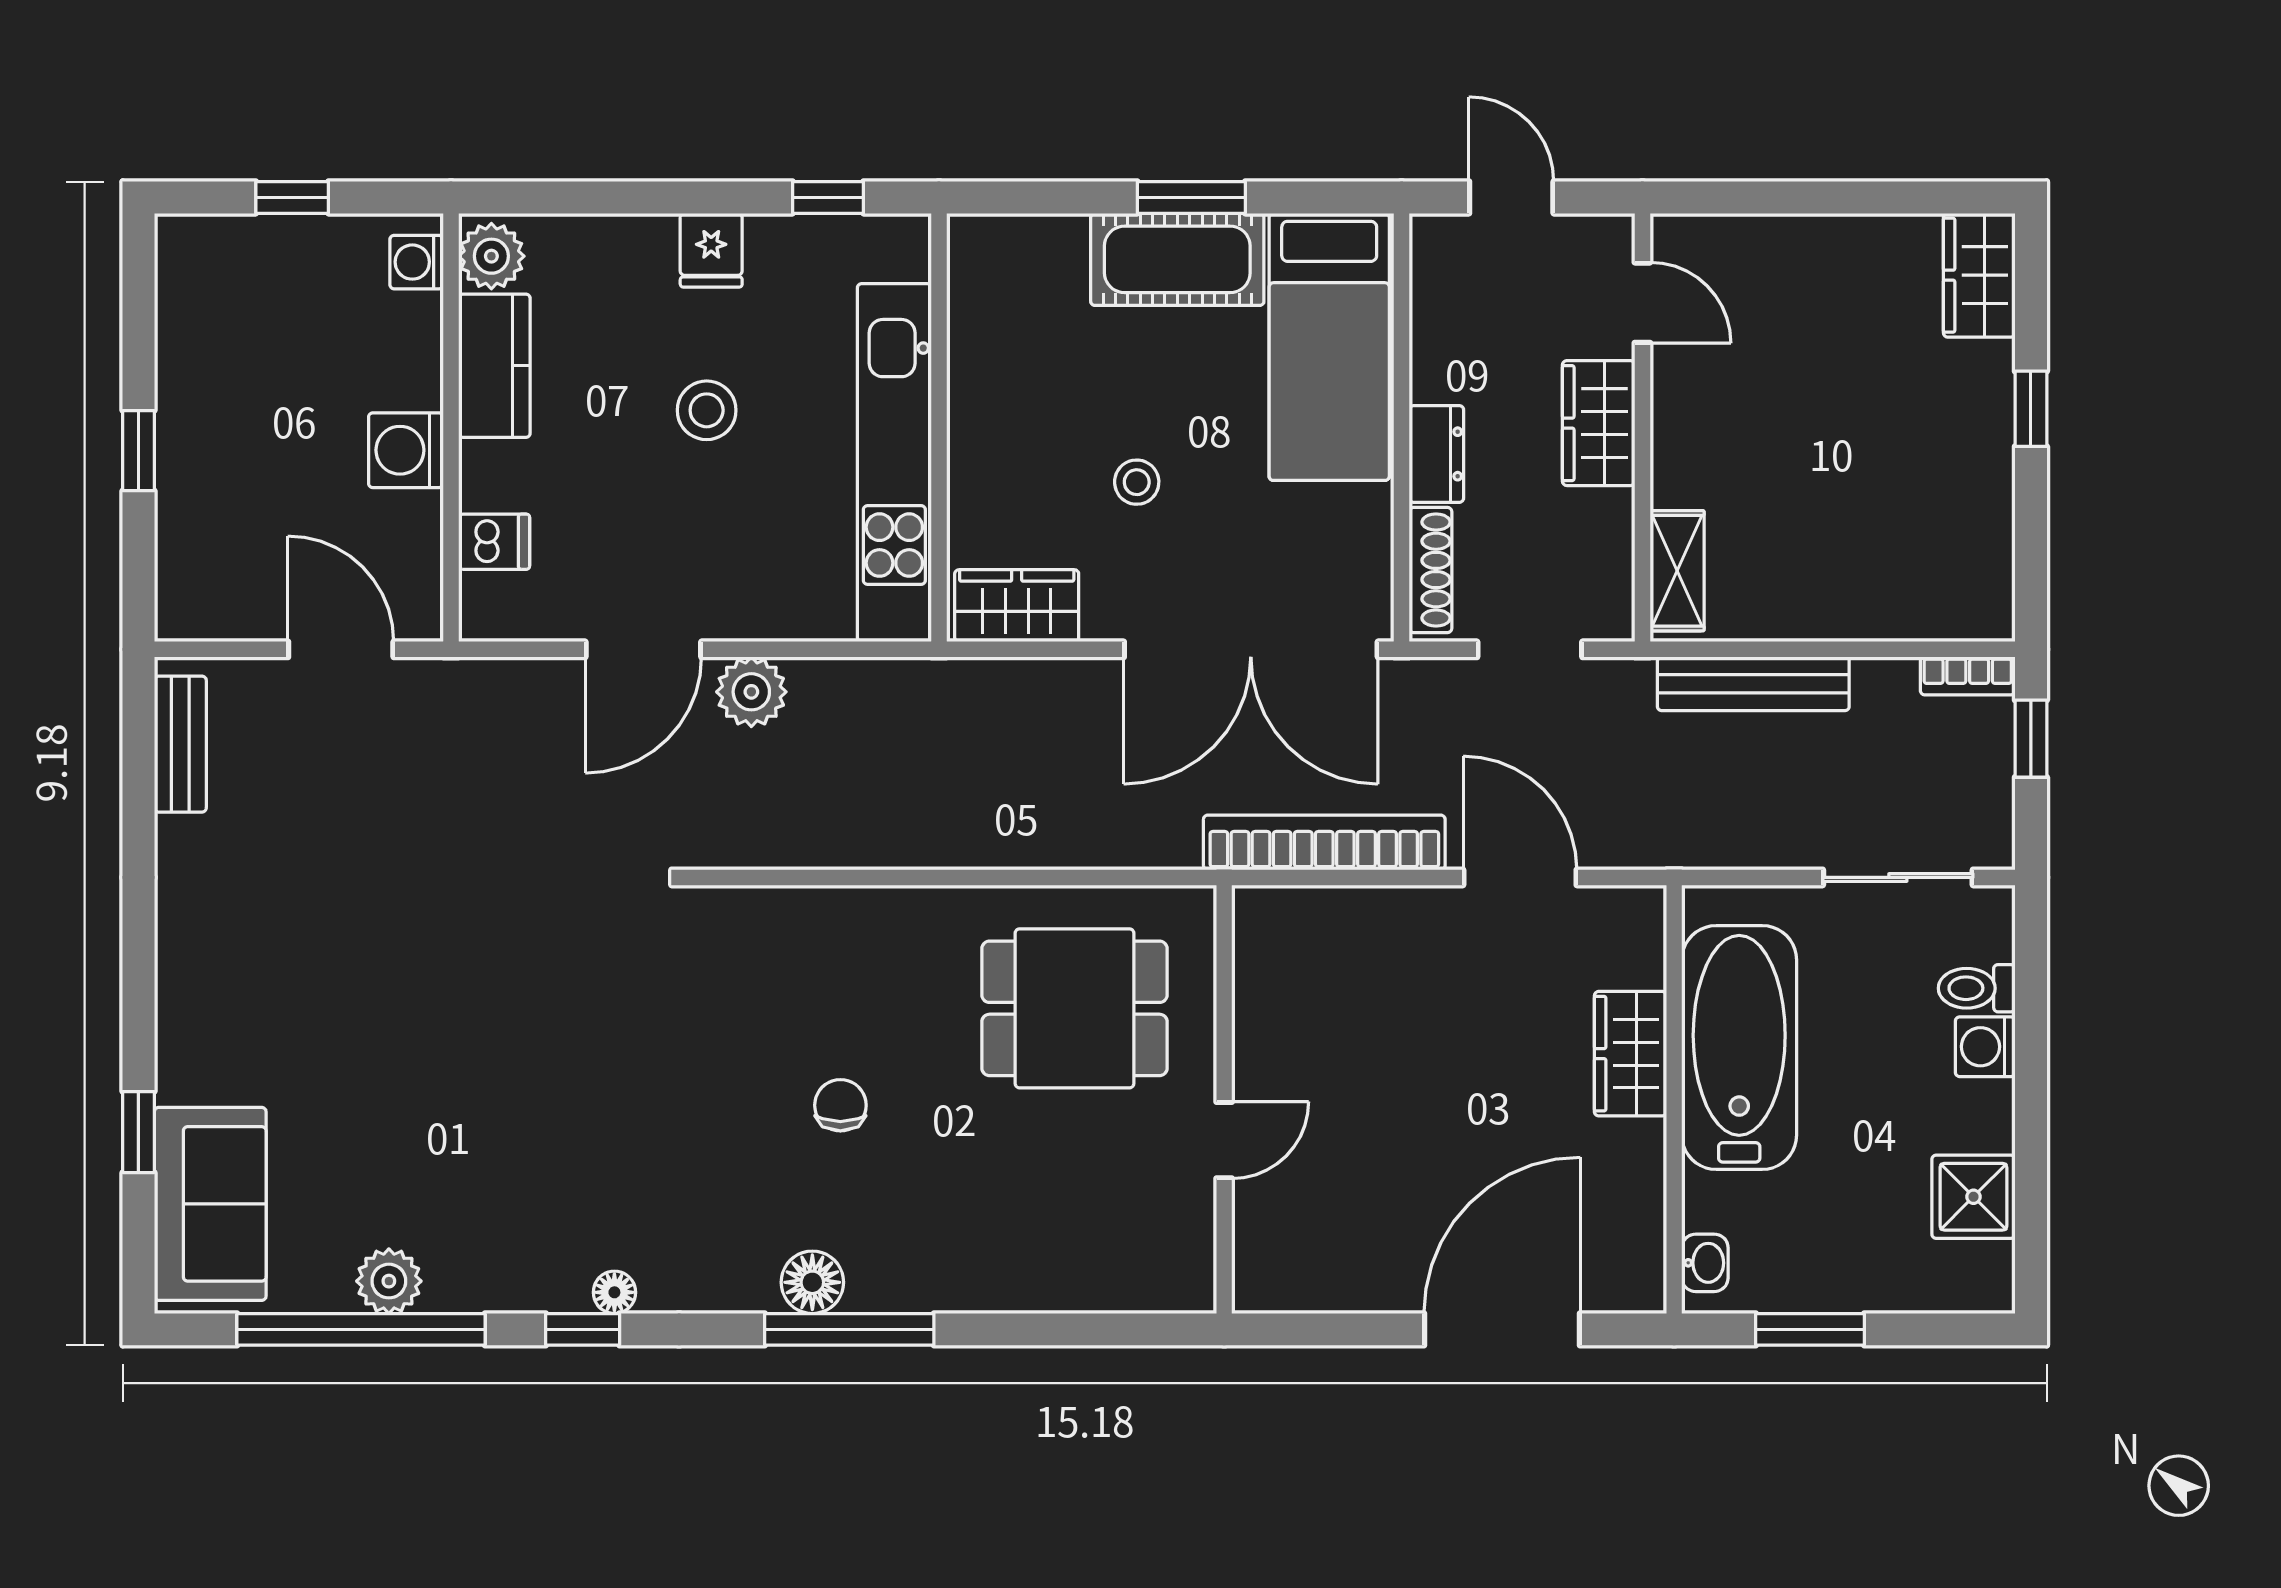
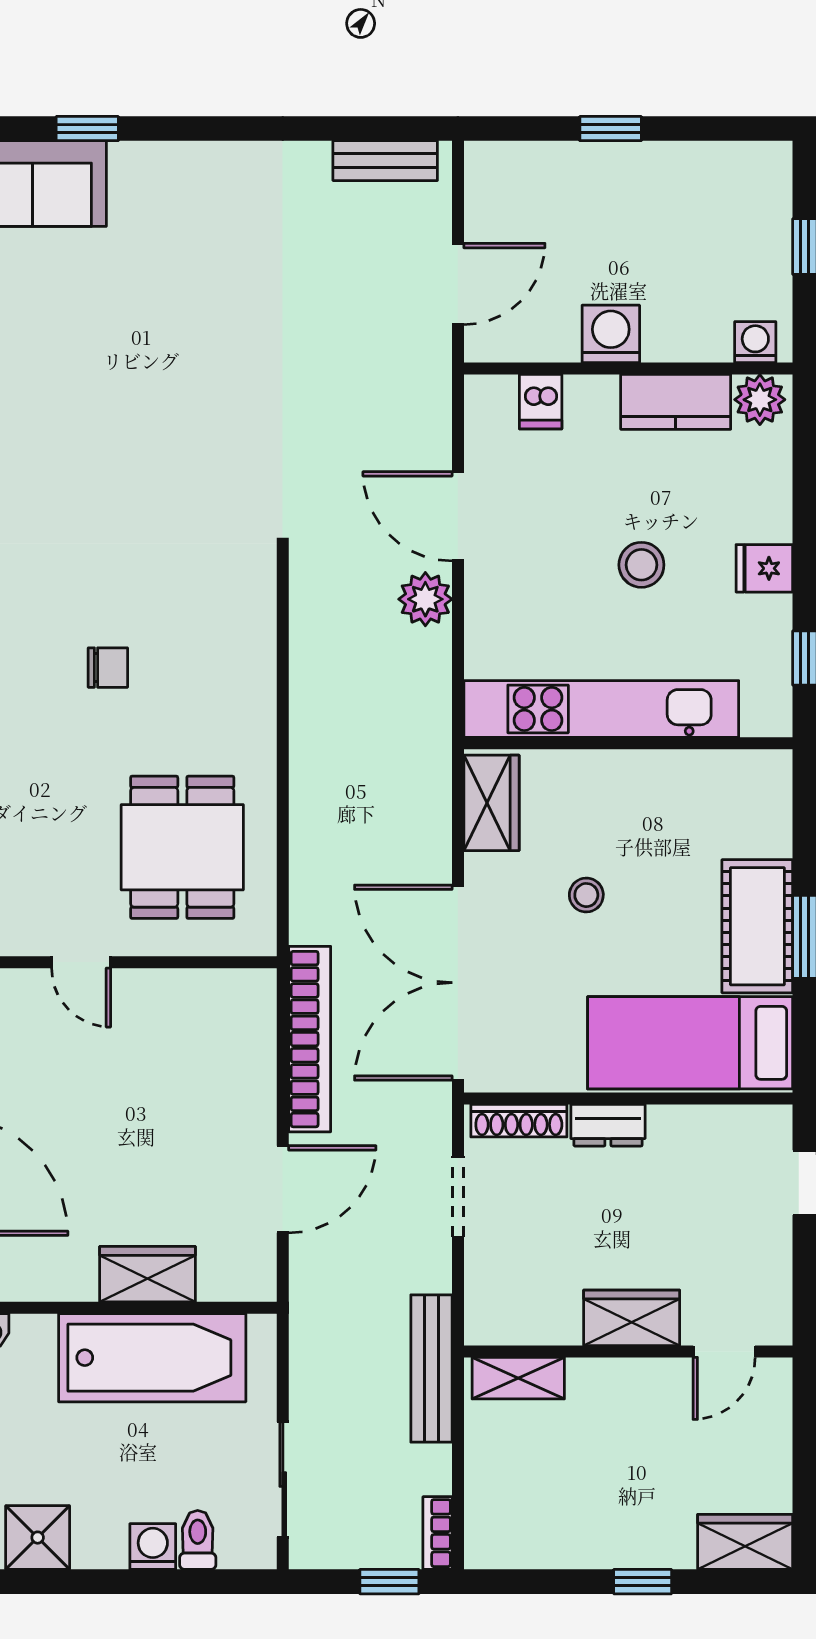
door: (1642, 303) -> (724, 1351), moved
wardrobe: (1599, 423) -> (632, 1318), moved
wall: (1642, 427) -> (628, 1351), moved
shelving: (1677, 571) -> (518, 1378), moved

